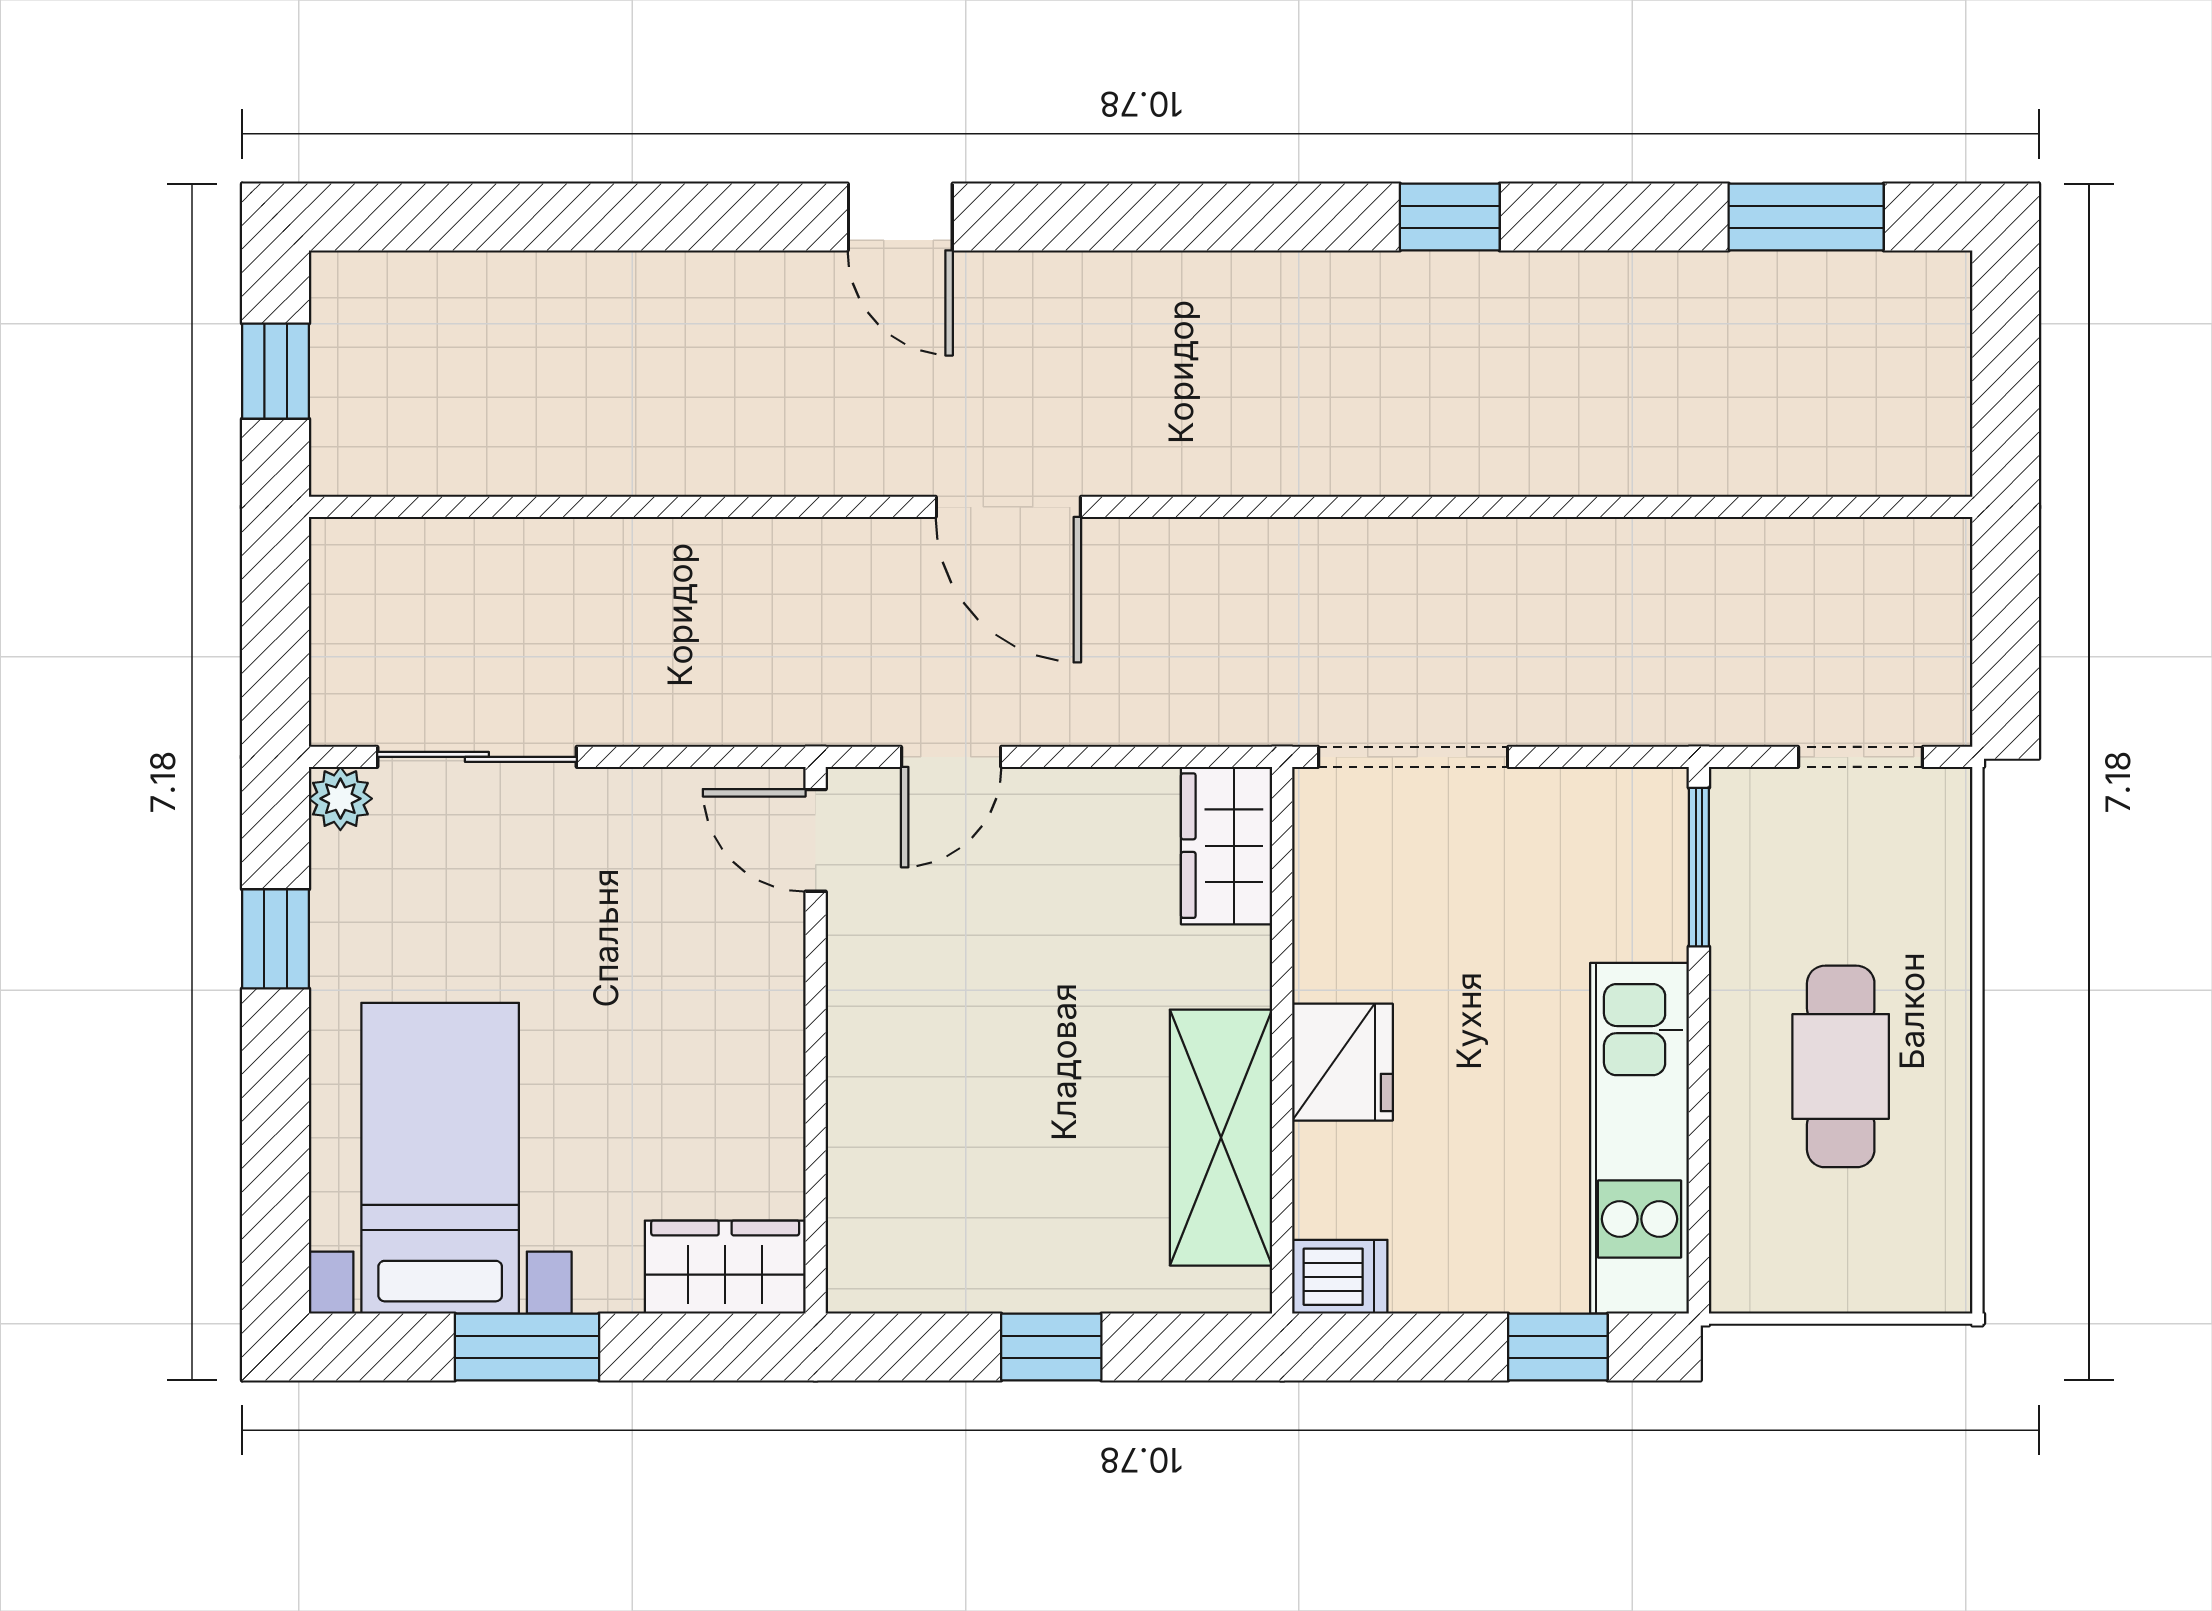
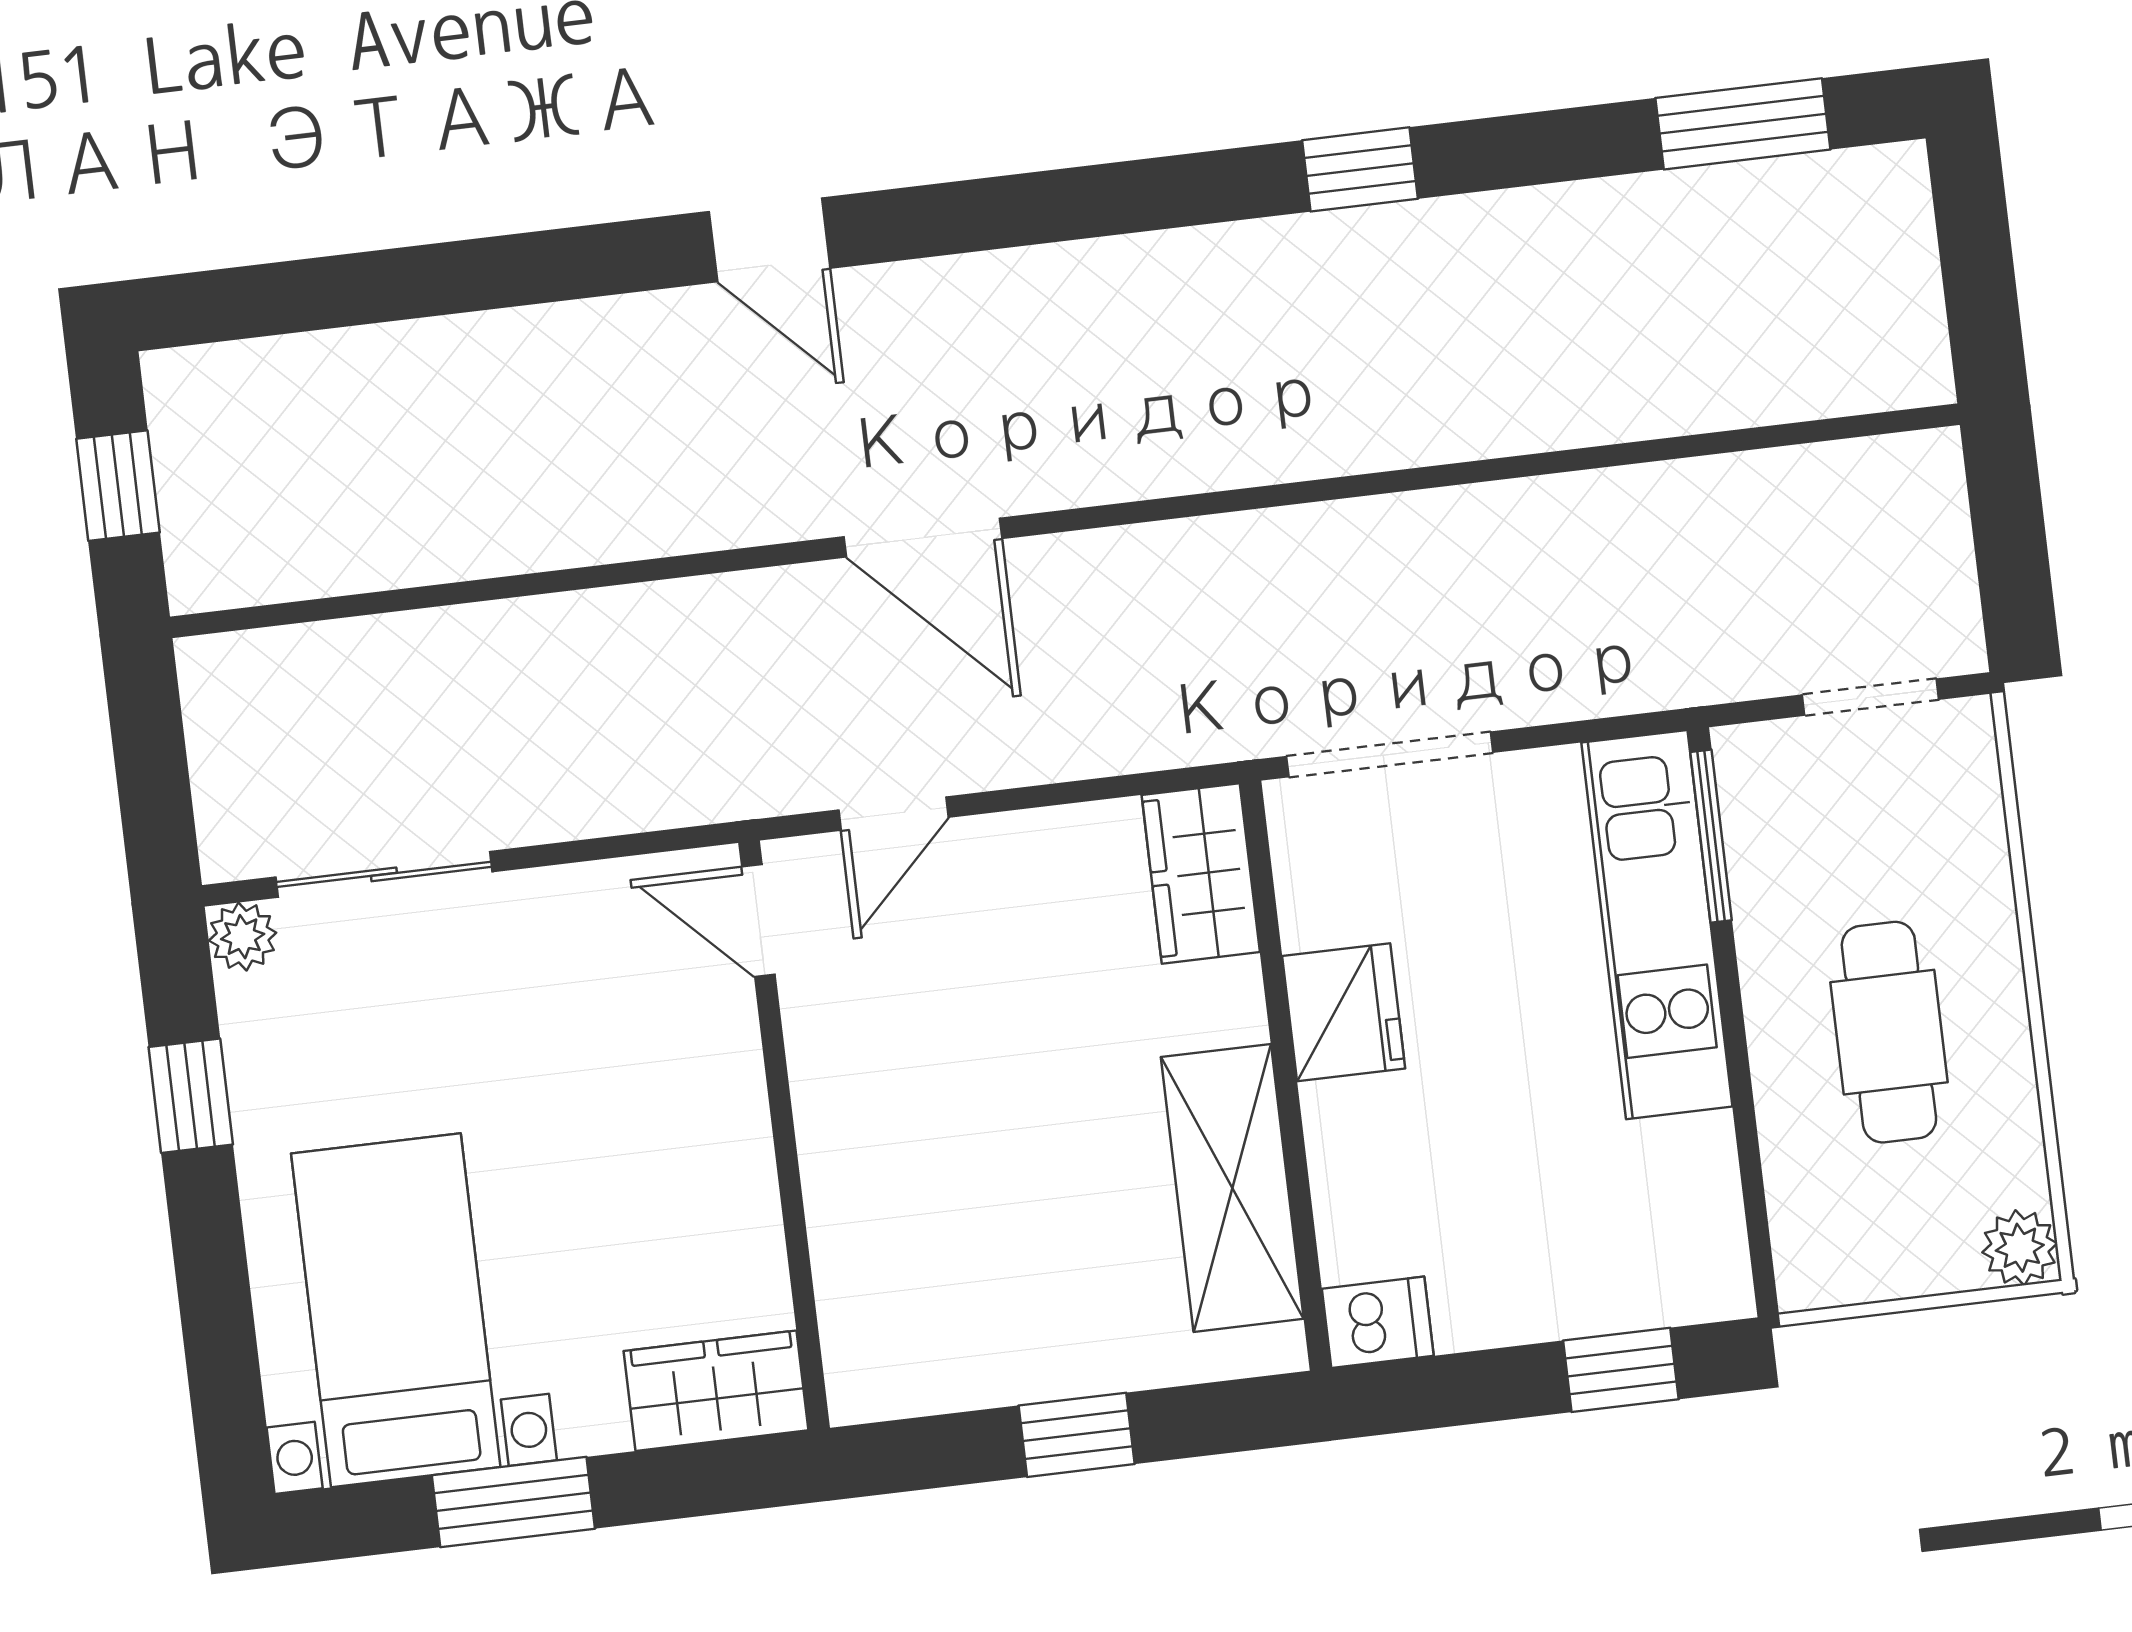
fridge: (1343, 1062) -> (1344, 1012), moved
kitchen unit: (1639, 1138) -> (1657, 925), moved
plant: (1937, 1279) -> (2020, 1248), added

